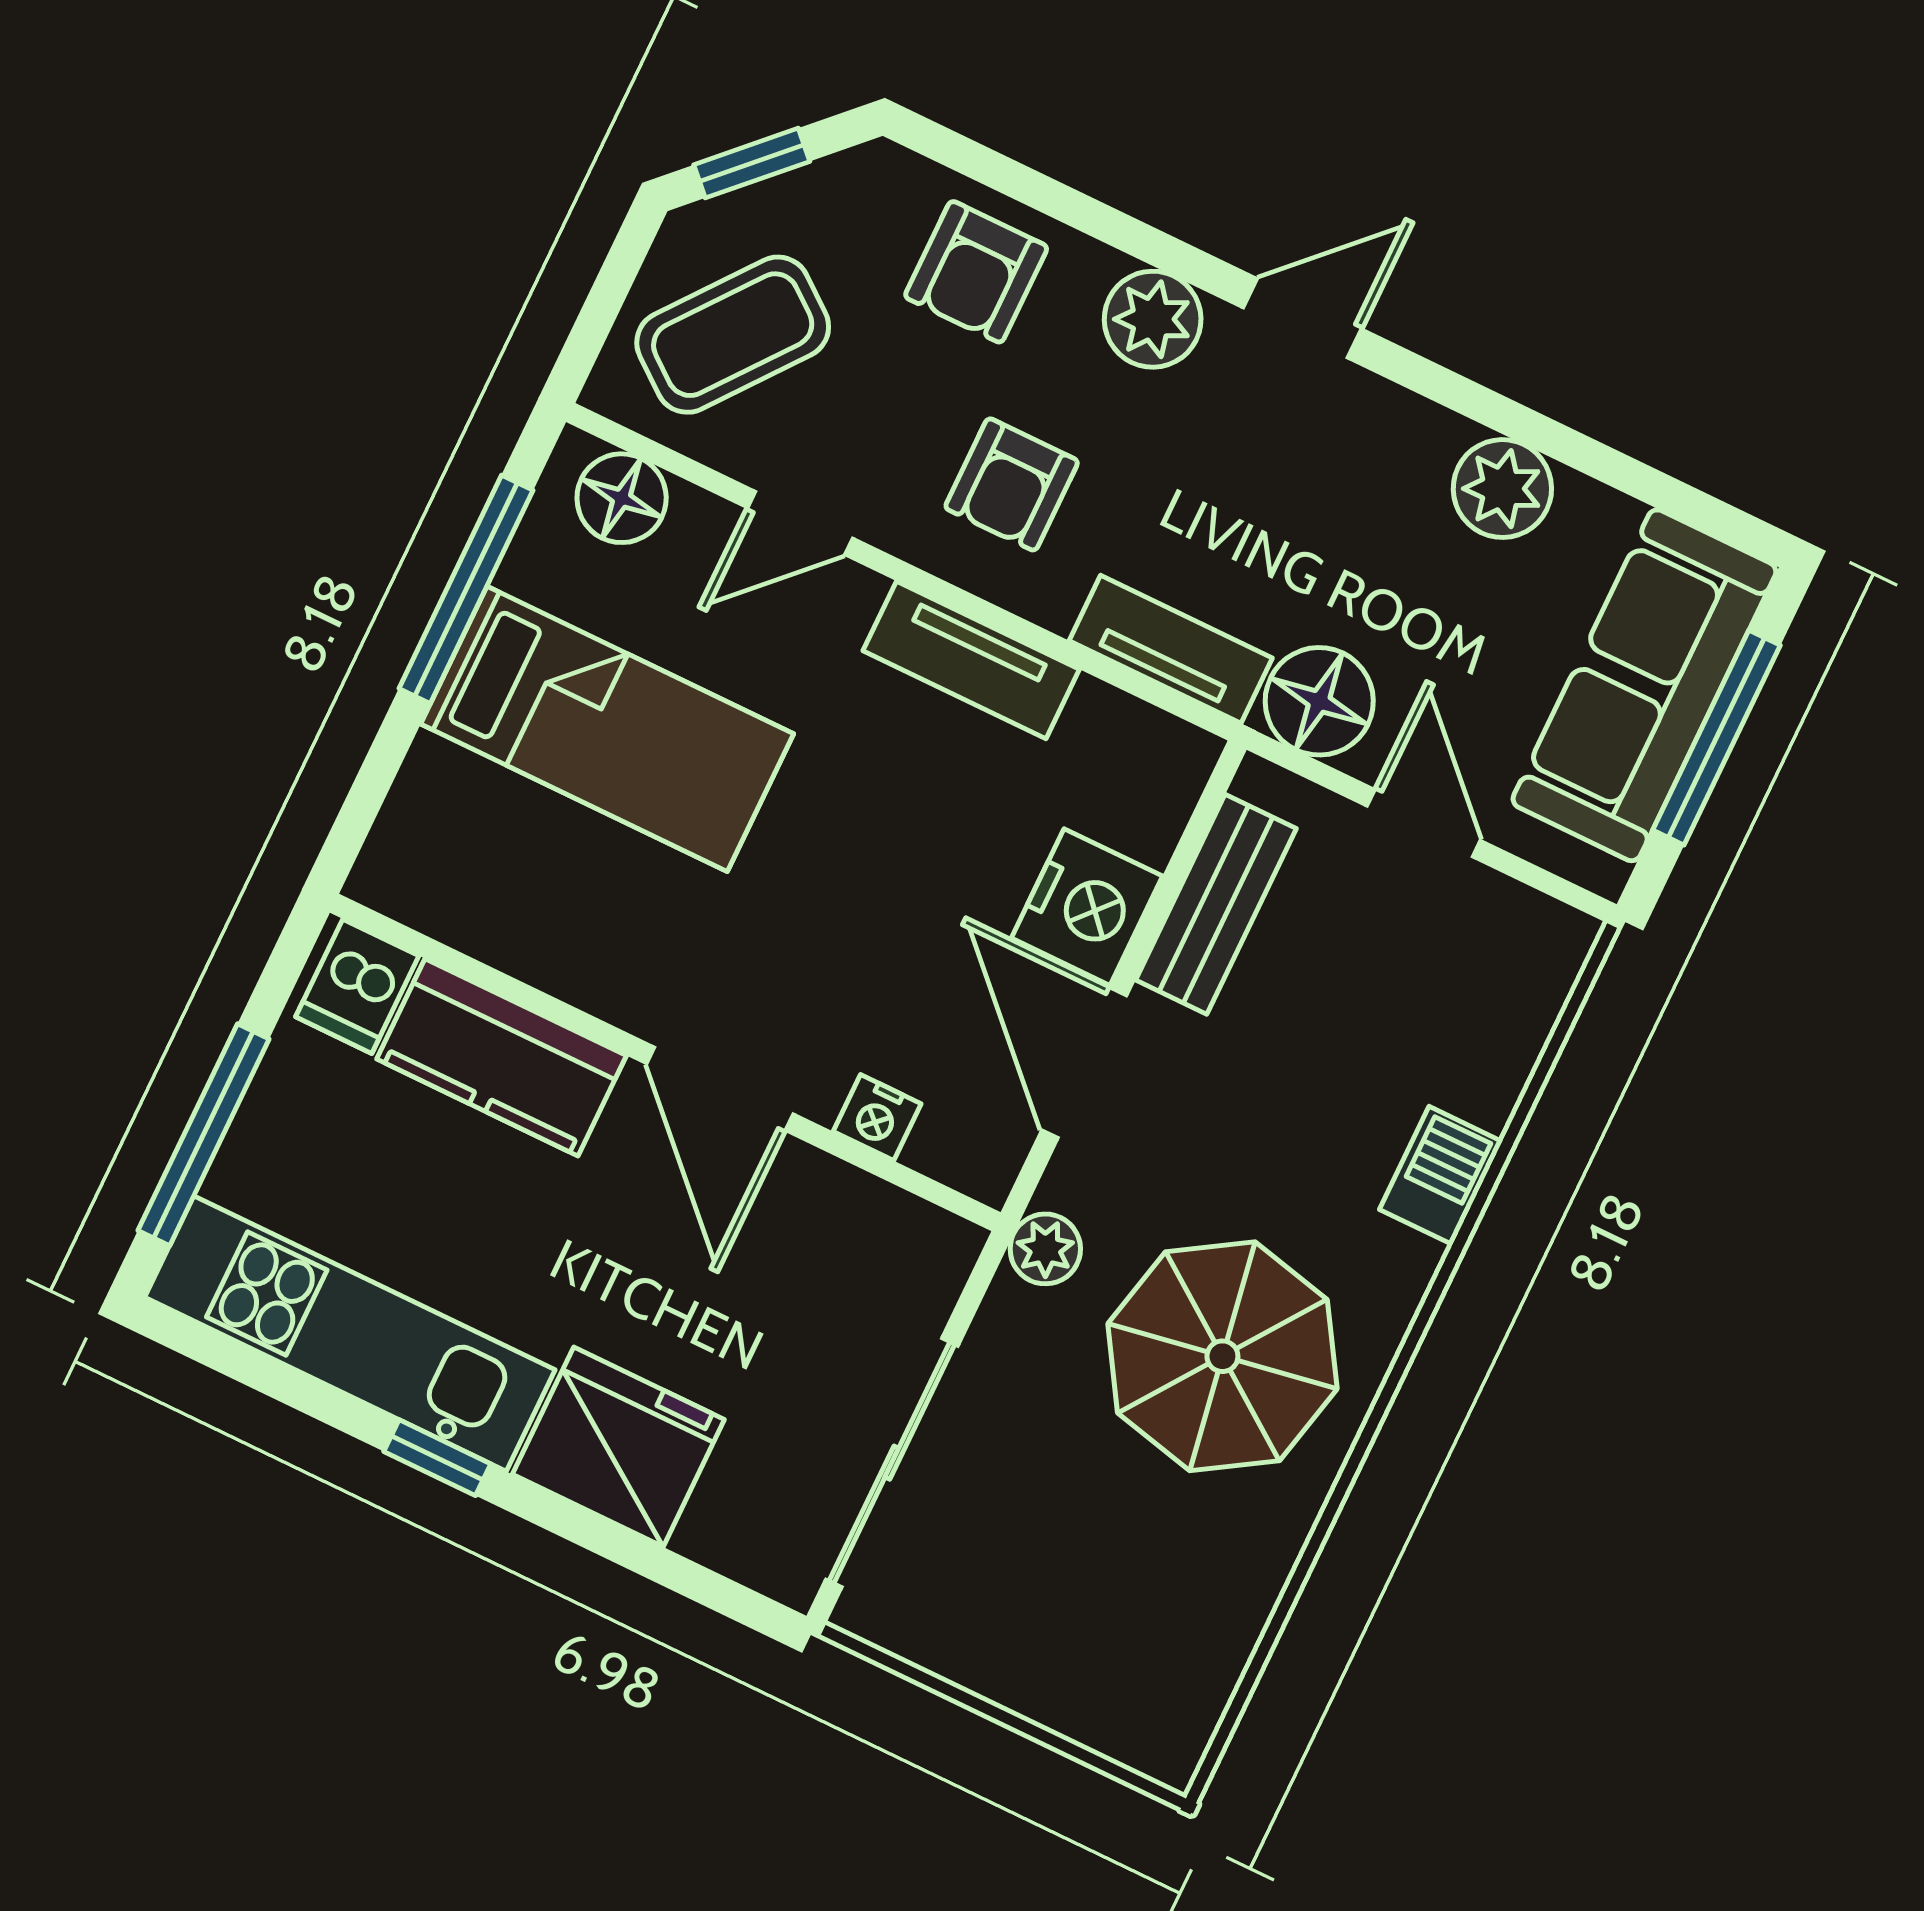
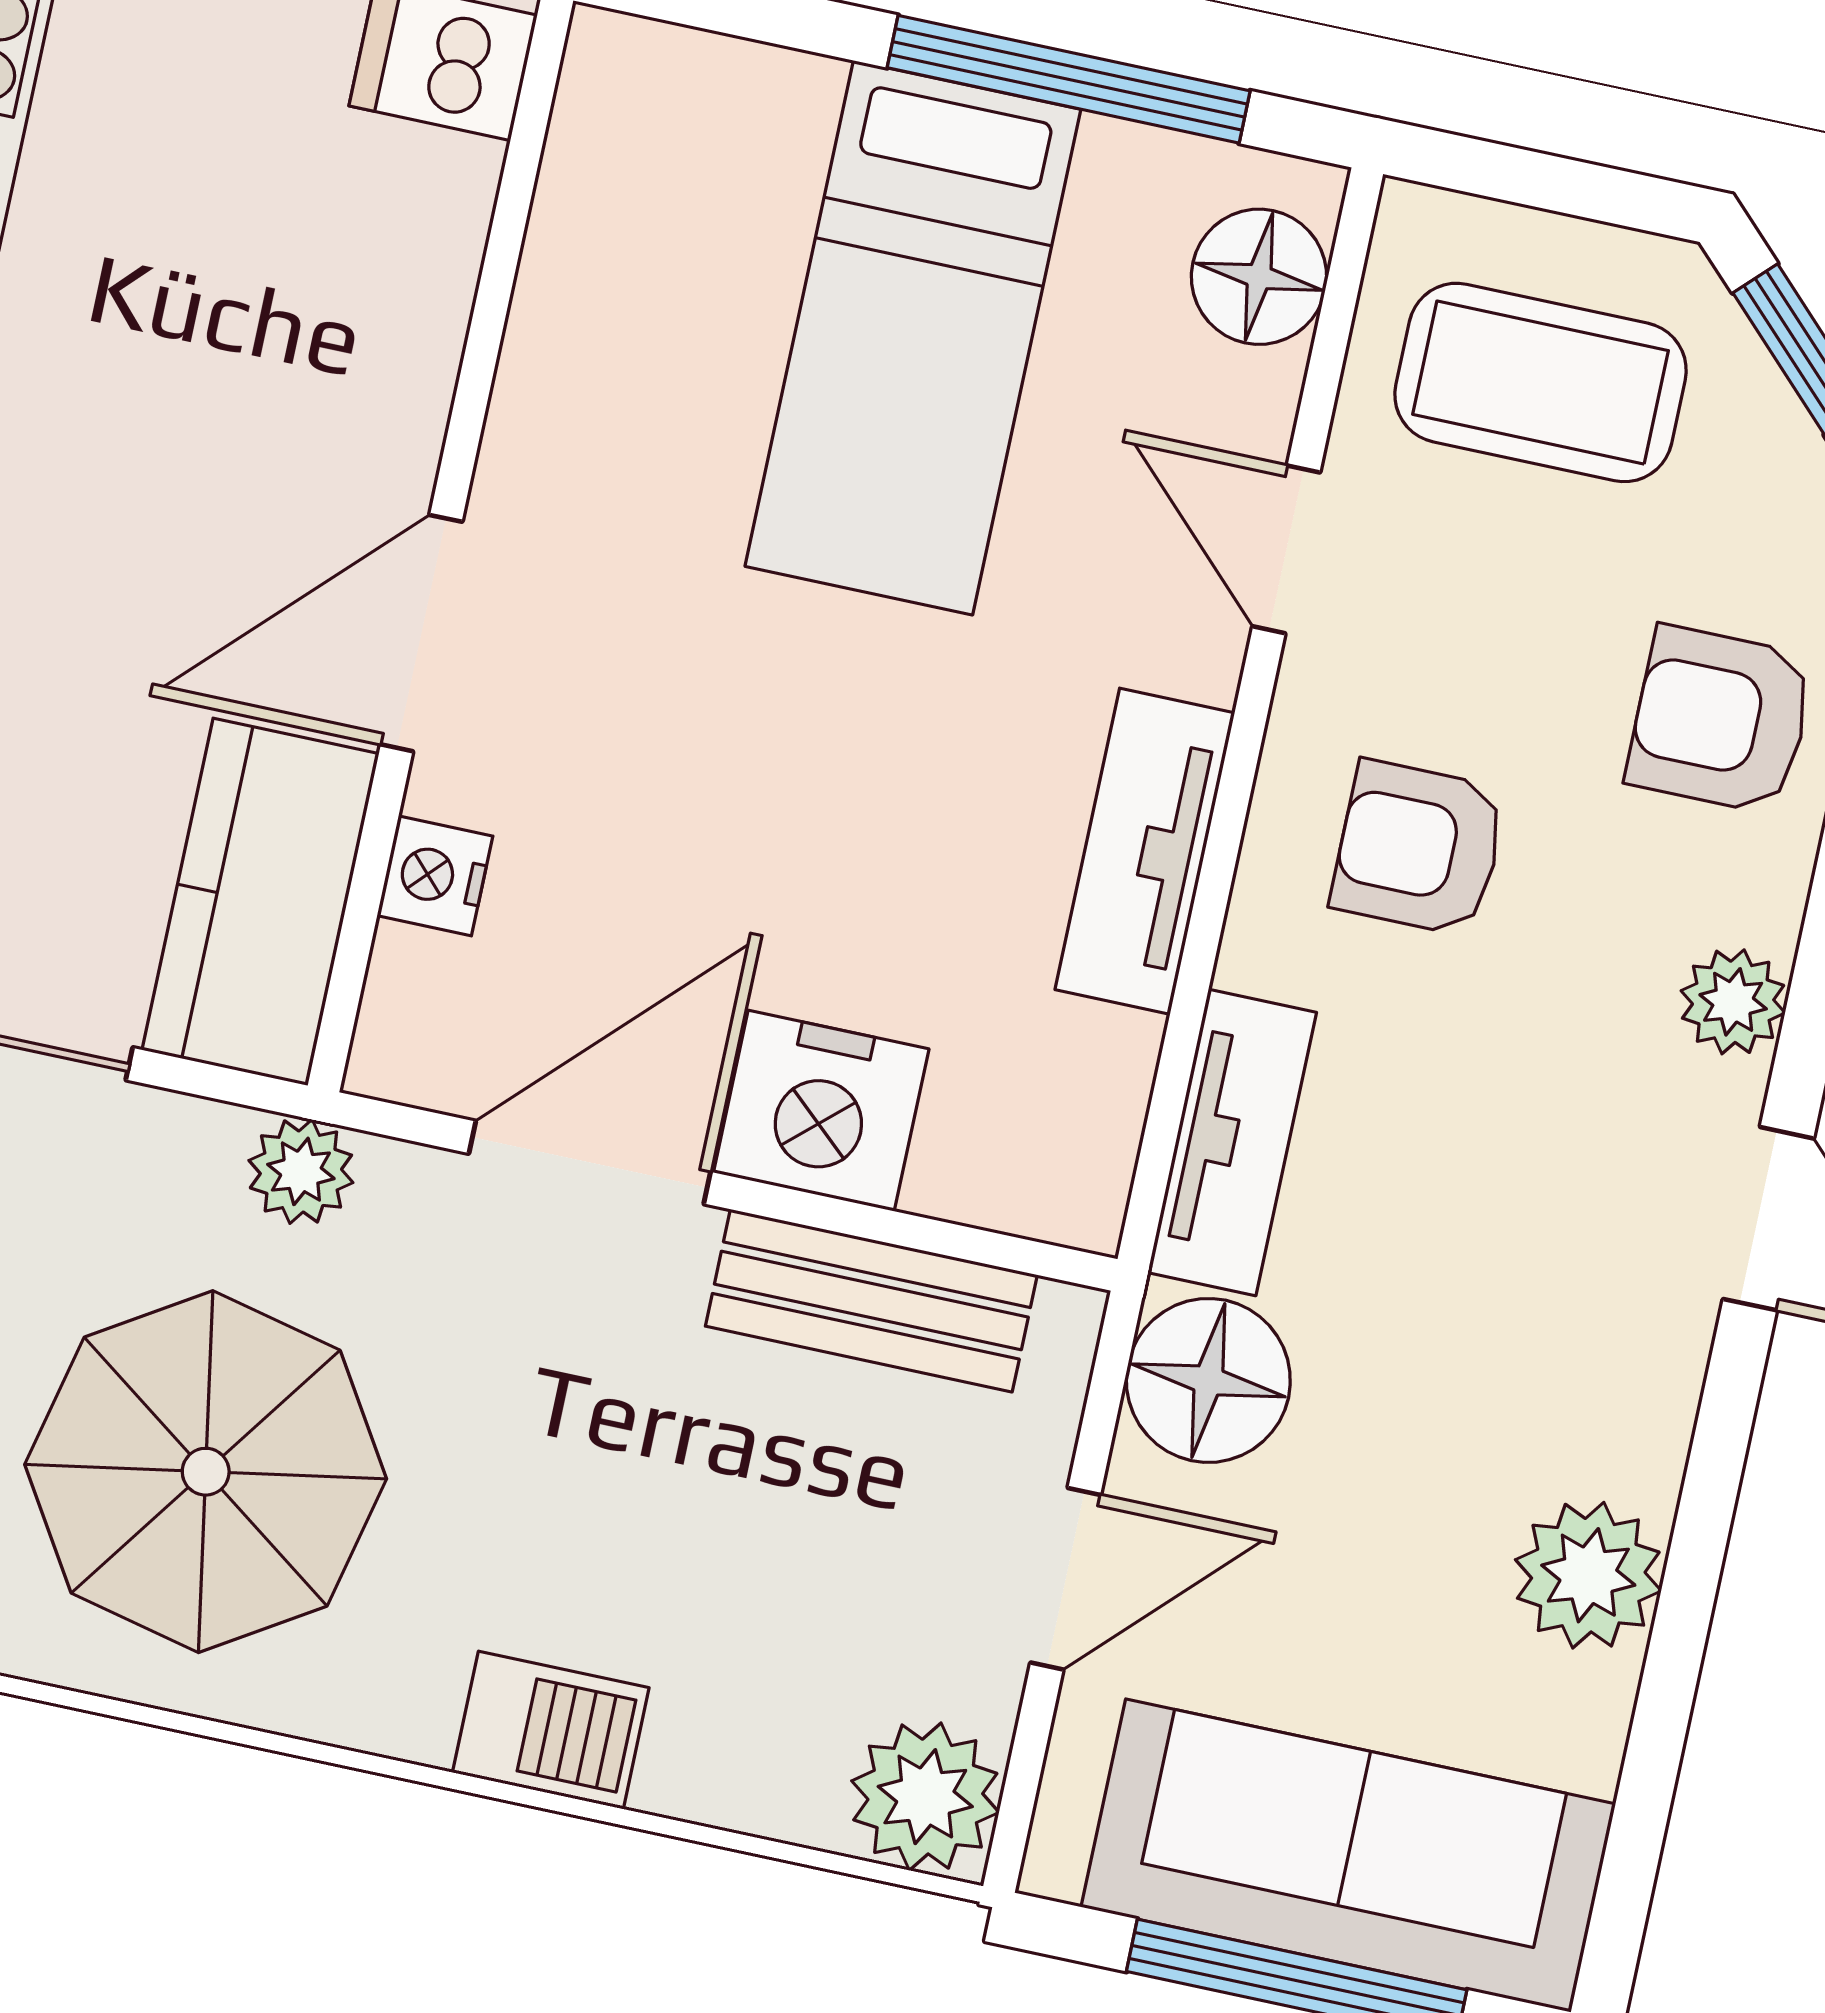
plant: (1153, 319) -> (1733, 1002), width x0.73, depth x0.73
coffee table: (733, 335) -> (1541, 382), turned -38
plant: (1541, 947) -> (925, 1797), added
kitchen counter: (501, 1057) -> (260, 902), moved

